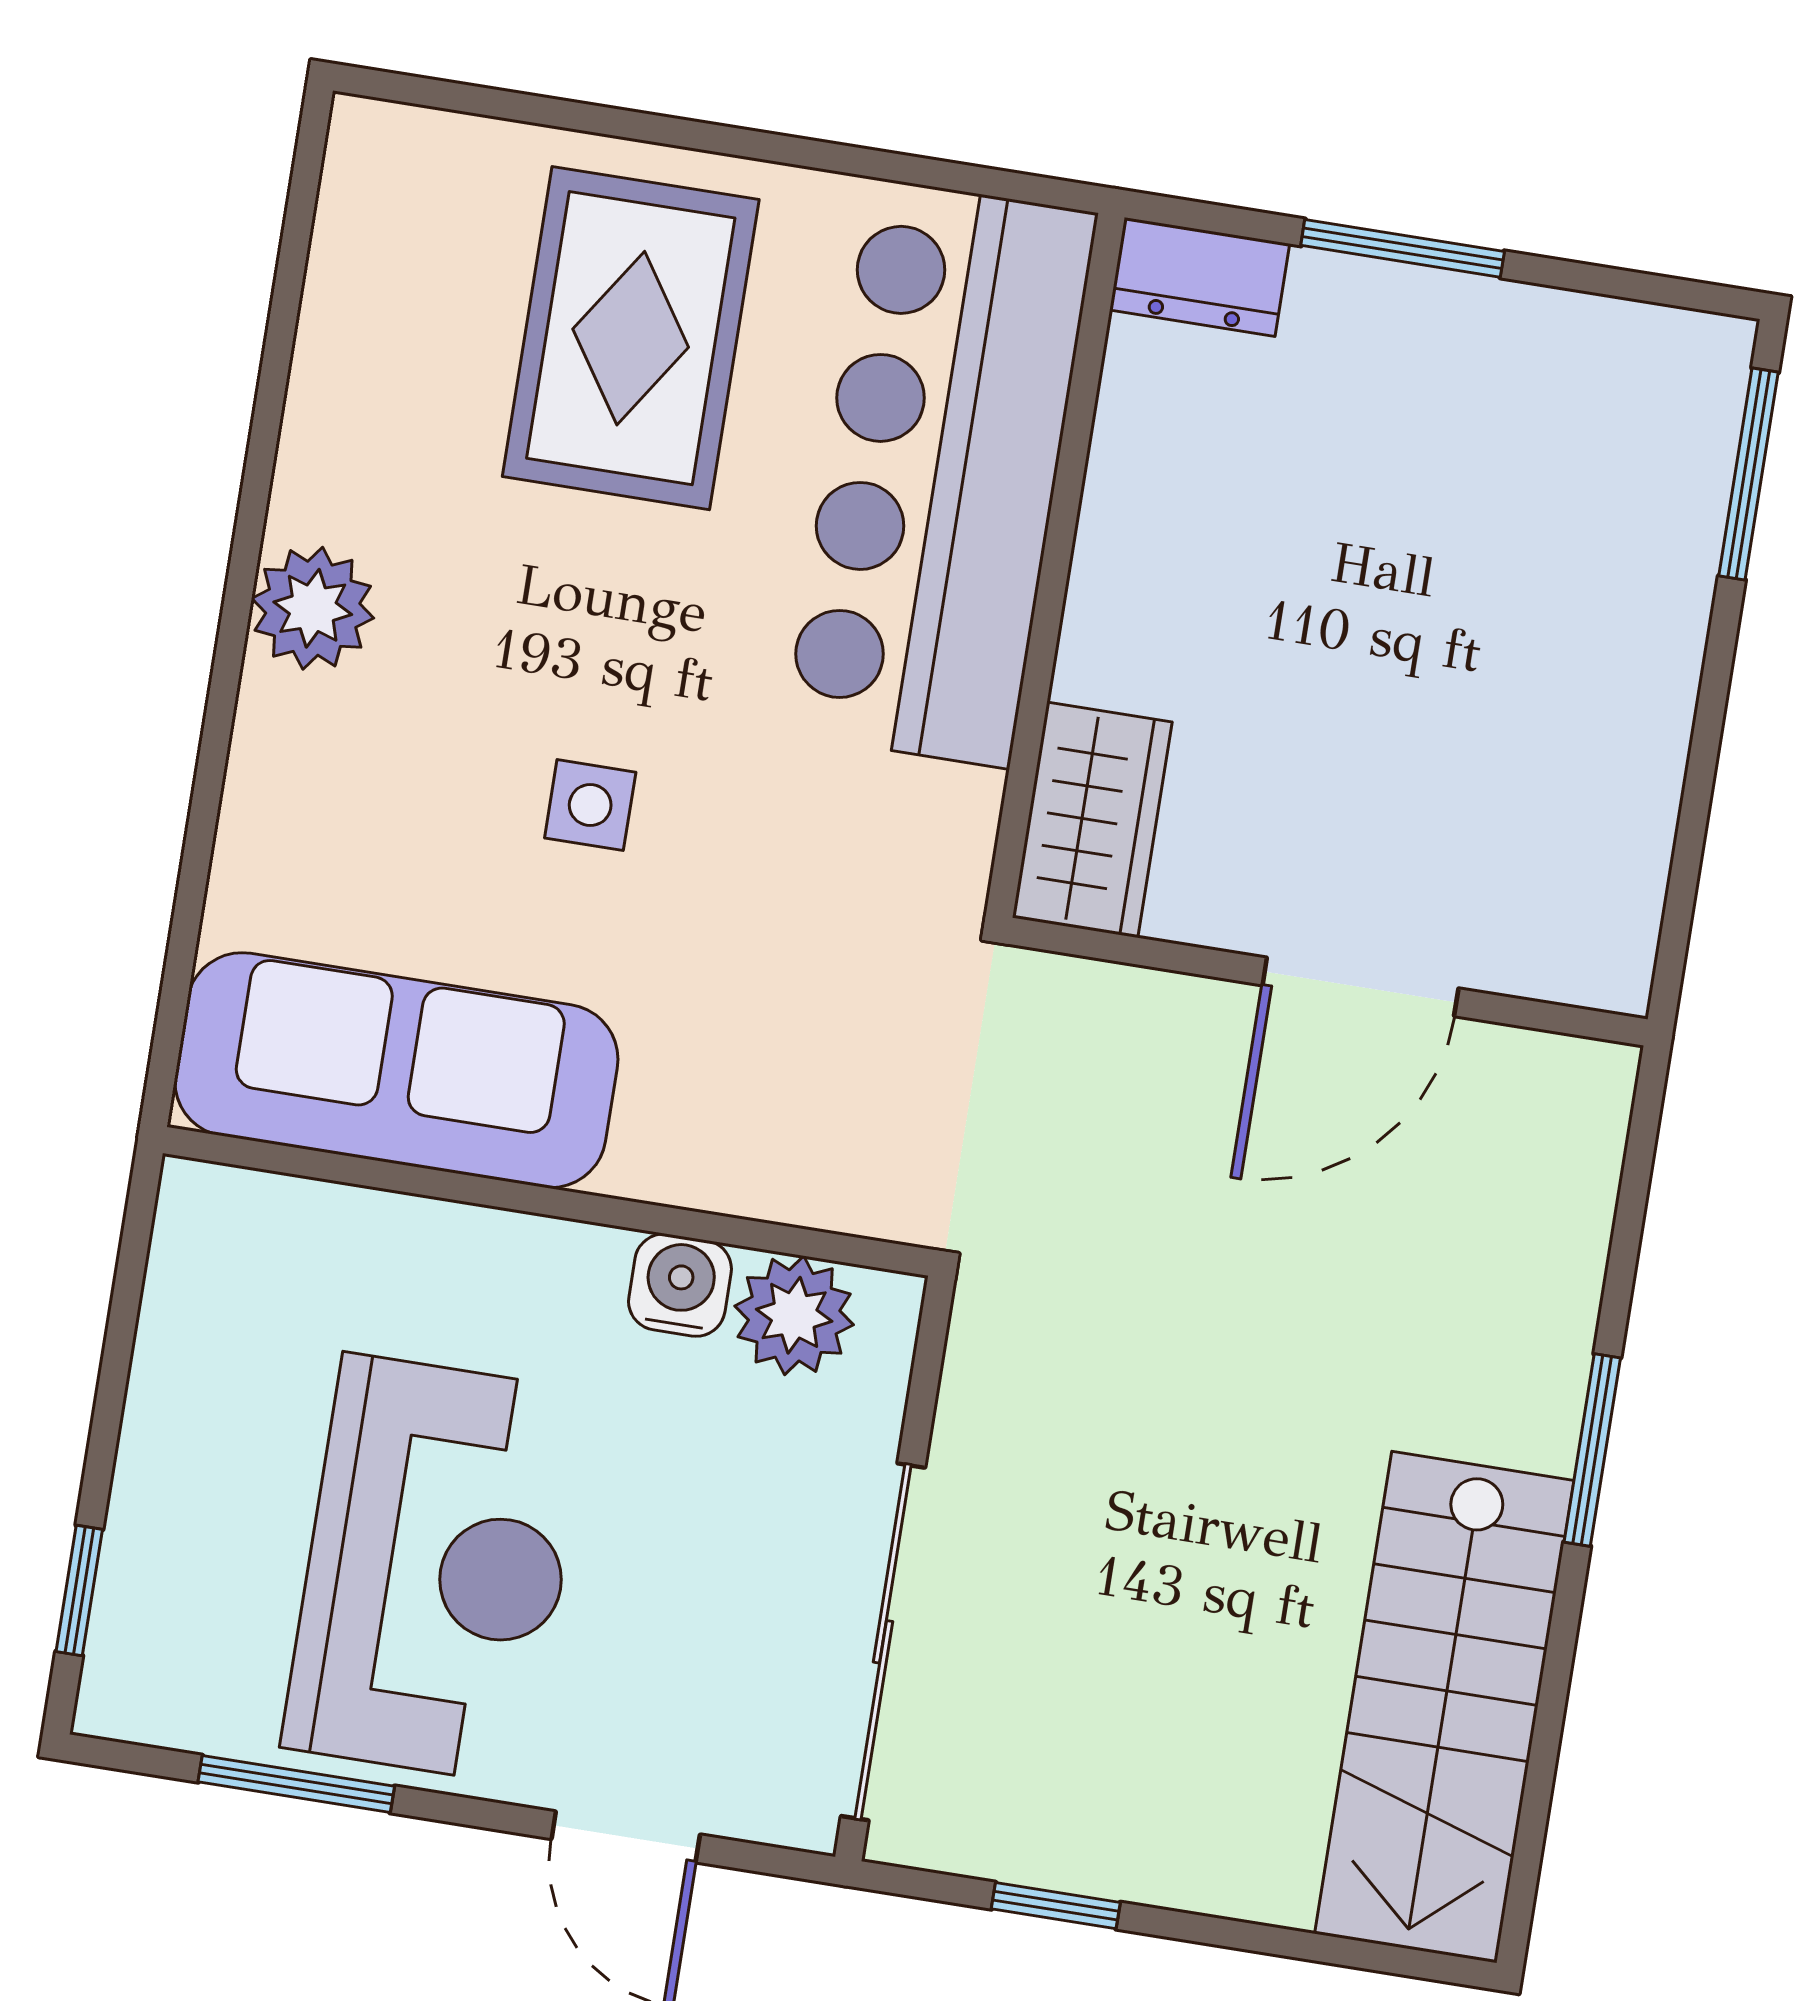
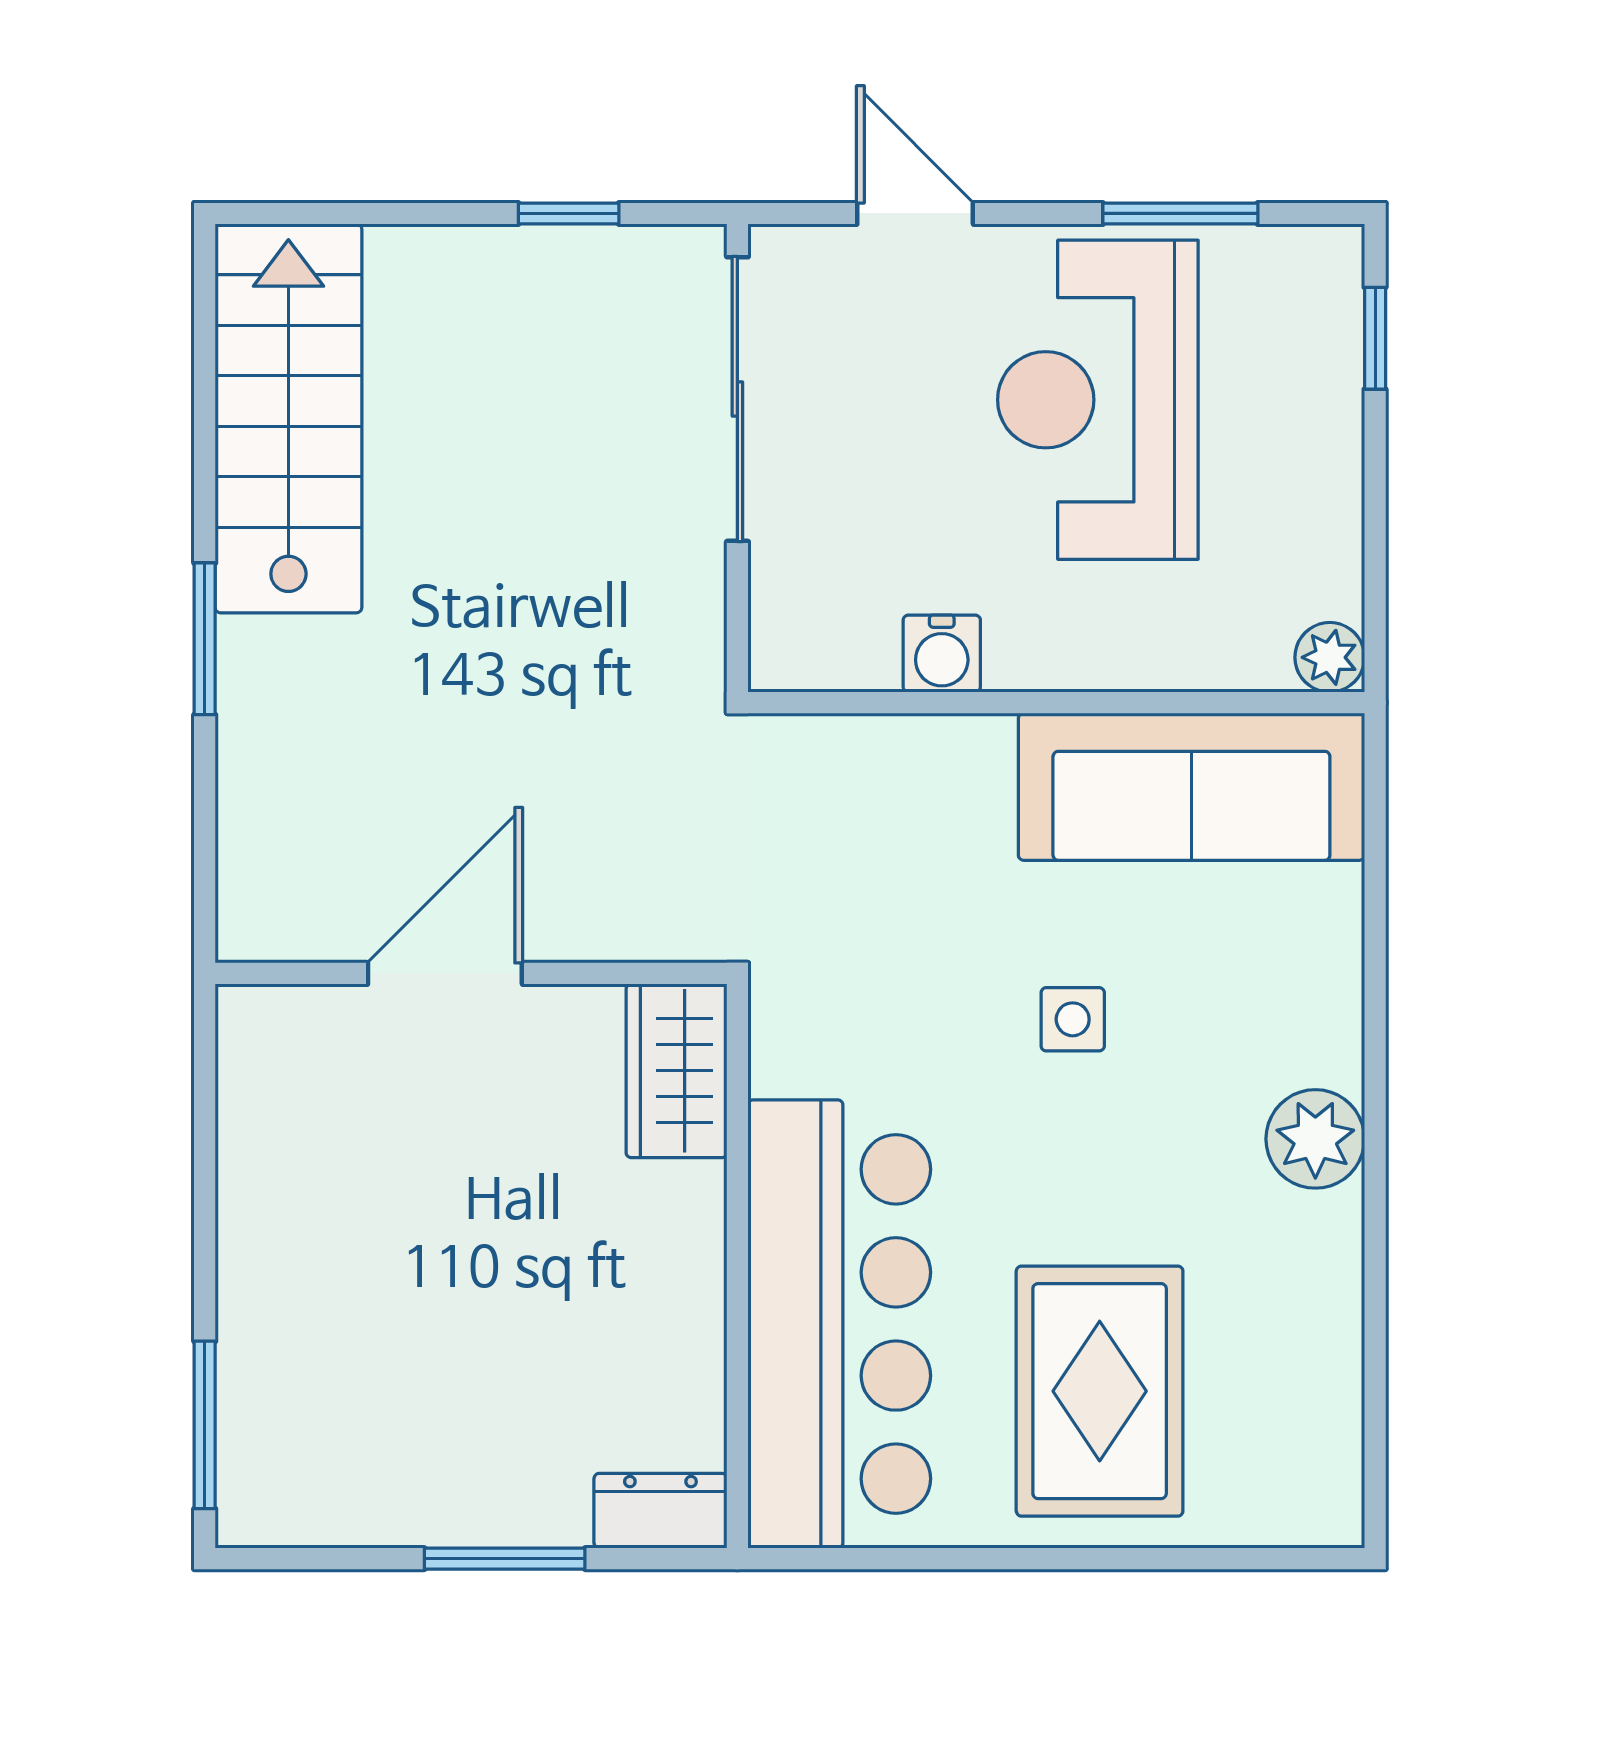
plant: (794, 1315) -> (1330, 657), moved, width x0.73, depth x0.73

